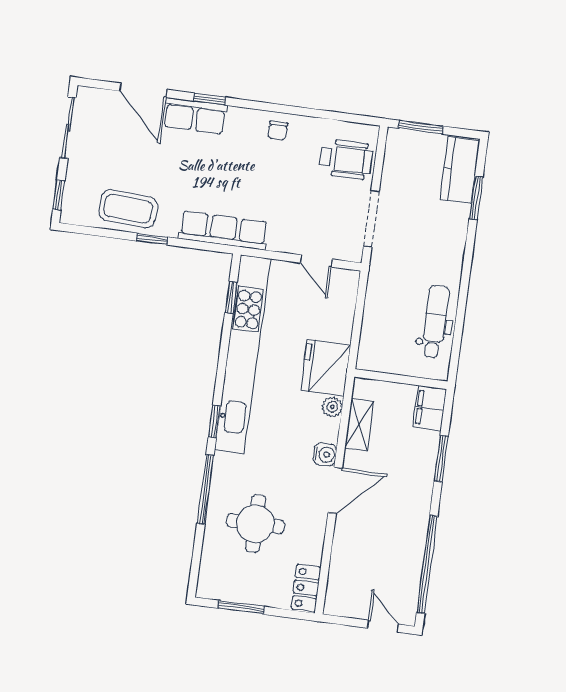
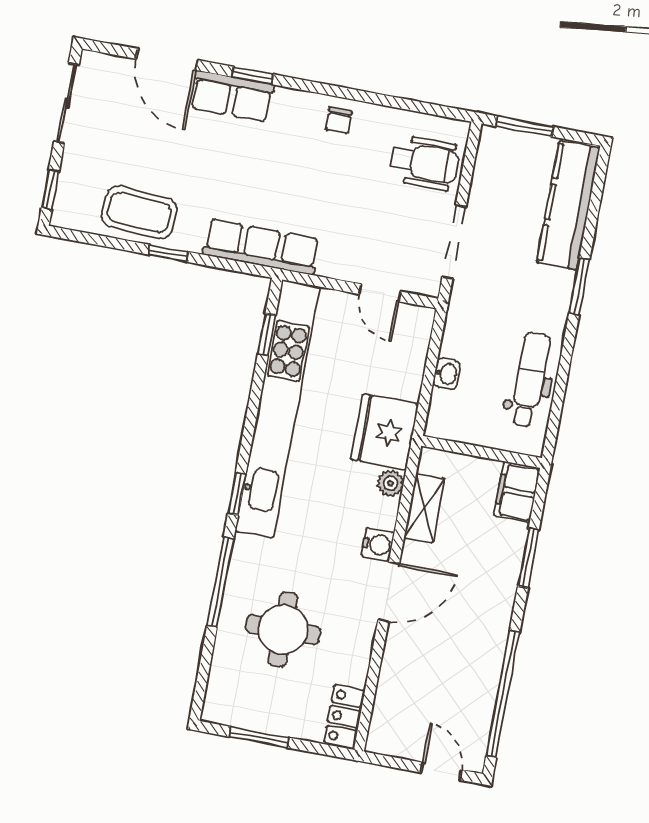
kitchen counter: (460, 170) -> (568, 205), width x1.50
window: (476, 198) -> (579, 286), moved
washbasin: (371, 320) -> (447, 374), added

